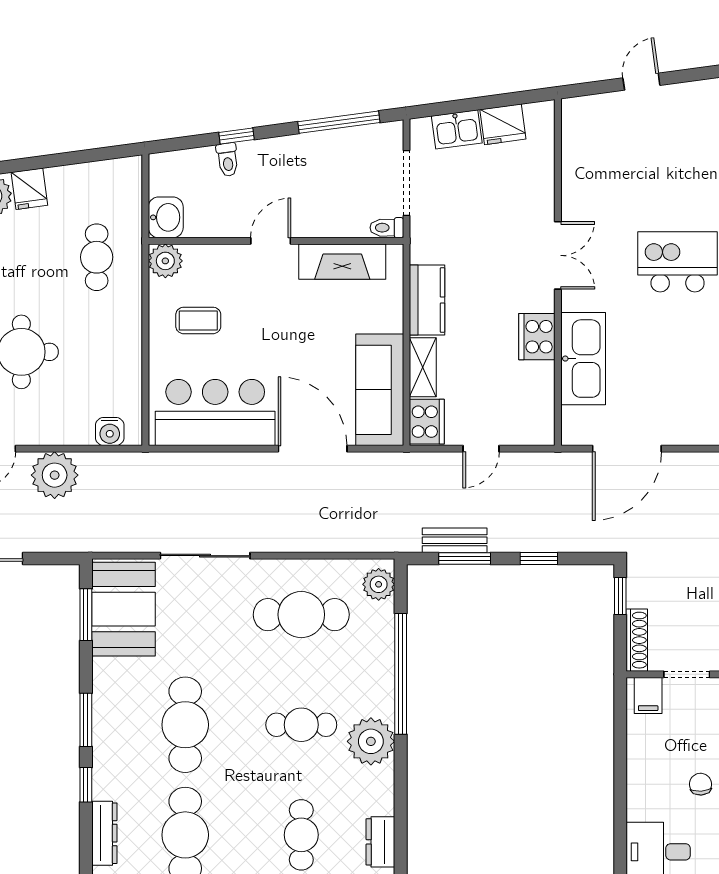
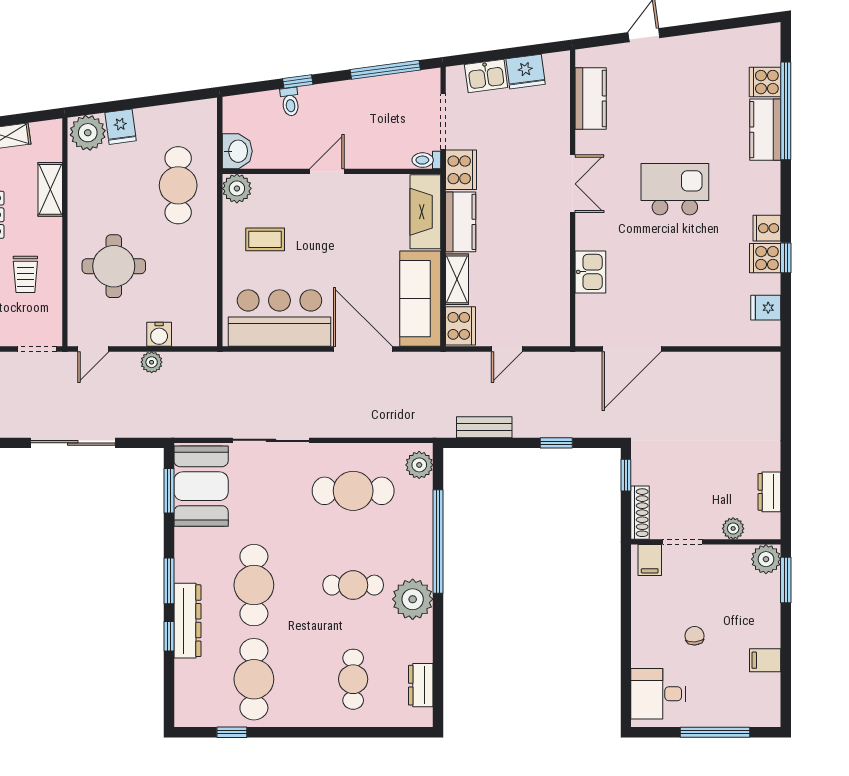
kitchen counter: (579, 156) -> (591, 98), added
cafe table: (97, 257) -> (178, 185), width x1.37, depth x1.35
fireplace: (342, 262) -> (425, 212), moved, turned 90
cooker: (537, 337) -> (461, 170), moved, turned 180
kitchen sink: (583, 359) -> (590, 272), width x0.53, depth x0.81
water cooler: (110, 431) -> (159, 334), moved
plant: (55, 475) -> (152, 362), width x0.53, depth x0.53
window: (465, 559) -> (493, 443), removed
dresser: (104, 833) -> (187, 621), moved, width x1.37, depth x1.24

